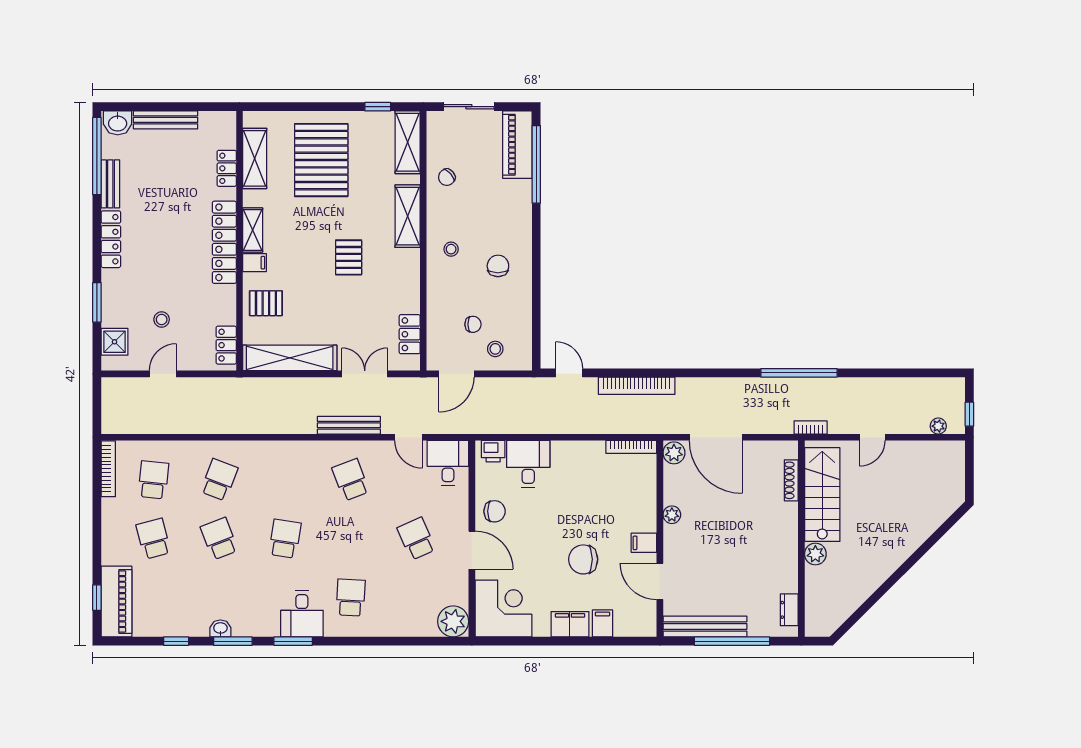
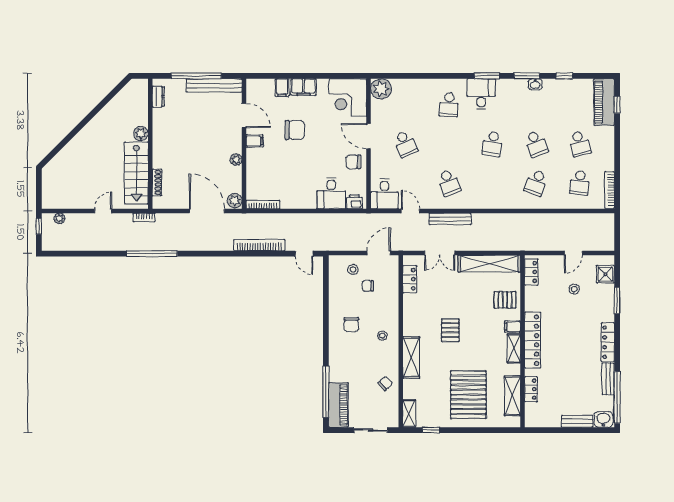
bench: (166, 120) -> (577, 421), width x0.73
shelving: (408, 142) -> (409, 413), width x0.67, depth x0.75

